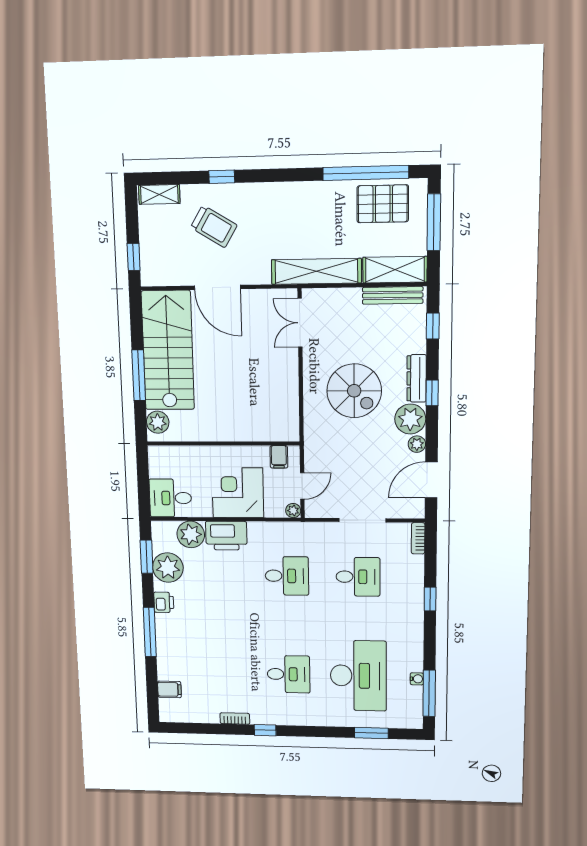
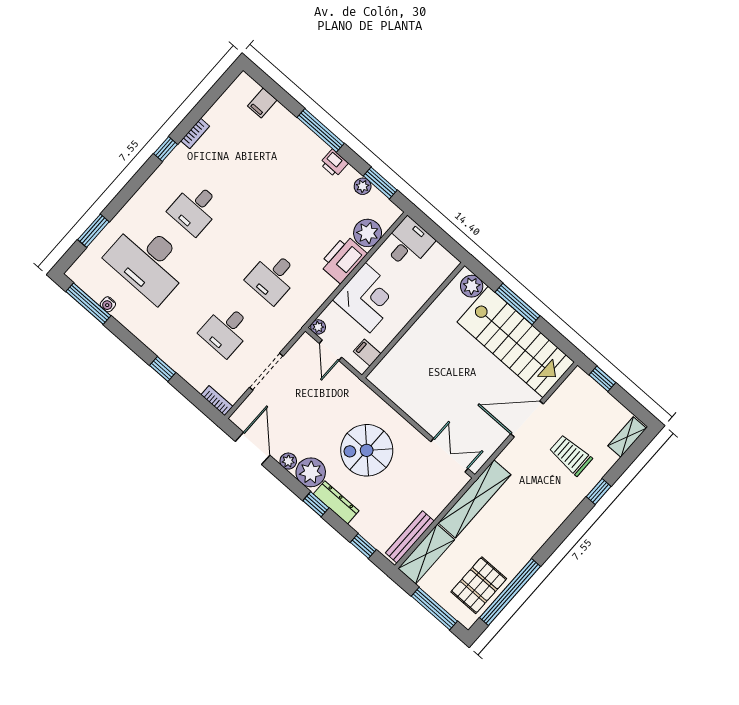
trolley: (214, 226) -> (571, 455), turned 59
plant: (168, 568) -> (363, 186), width x0.53, depth x0.53

